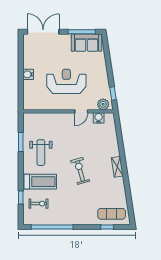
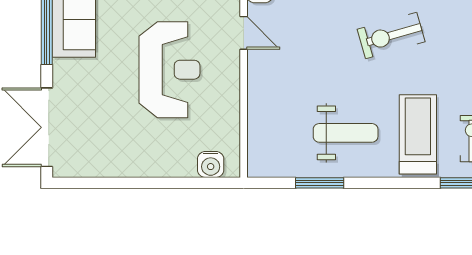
water cooler: (28, 74) -> (211, 164), moved
reception desk: (66, 81) -> (170, 70), turned 180

